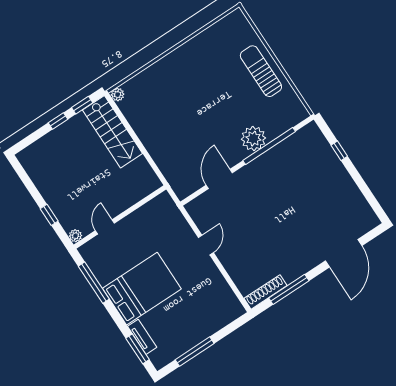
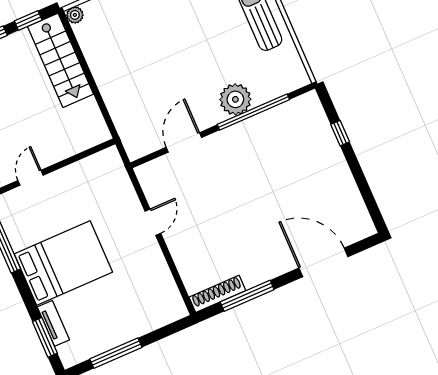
door: (344, 253) -> (323, 262), swing flipped

